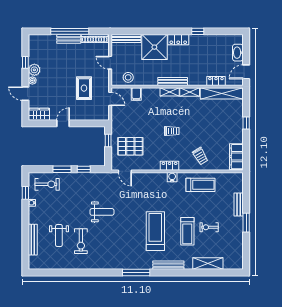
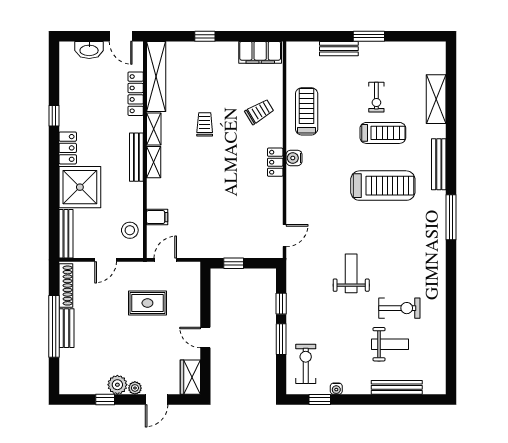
locker: (216, 81) -> (136, 94), width x1.53
trolley: (172, 131) -> (205, 124), moved
pallet: (130, 146) -> (243, 227), removed
treadmill: (155, 231) -> (383, 186), turned 180

